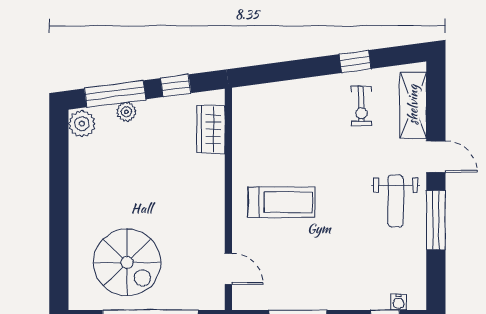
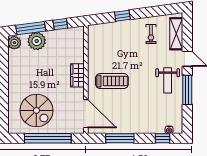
window: (355, 62) -> (122, 16), moved
plant: (126, 112) -> (37, 41), width x1.88, depth x1.88
wardrobe: (211, 129) -> (77, 75), moved
door: (228, 269) -> (86, 114), width x1.87

